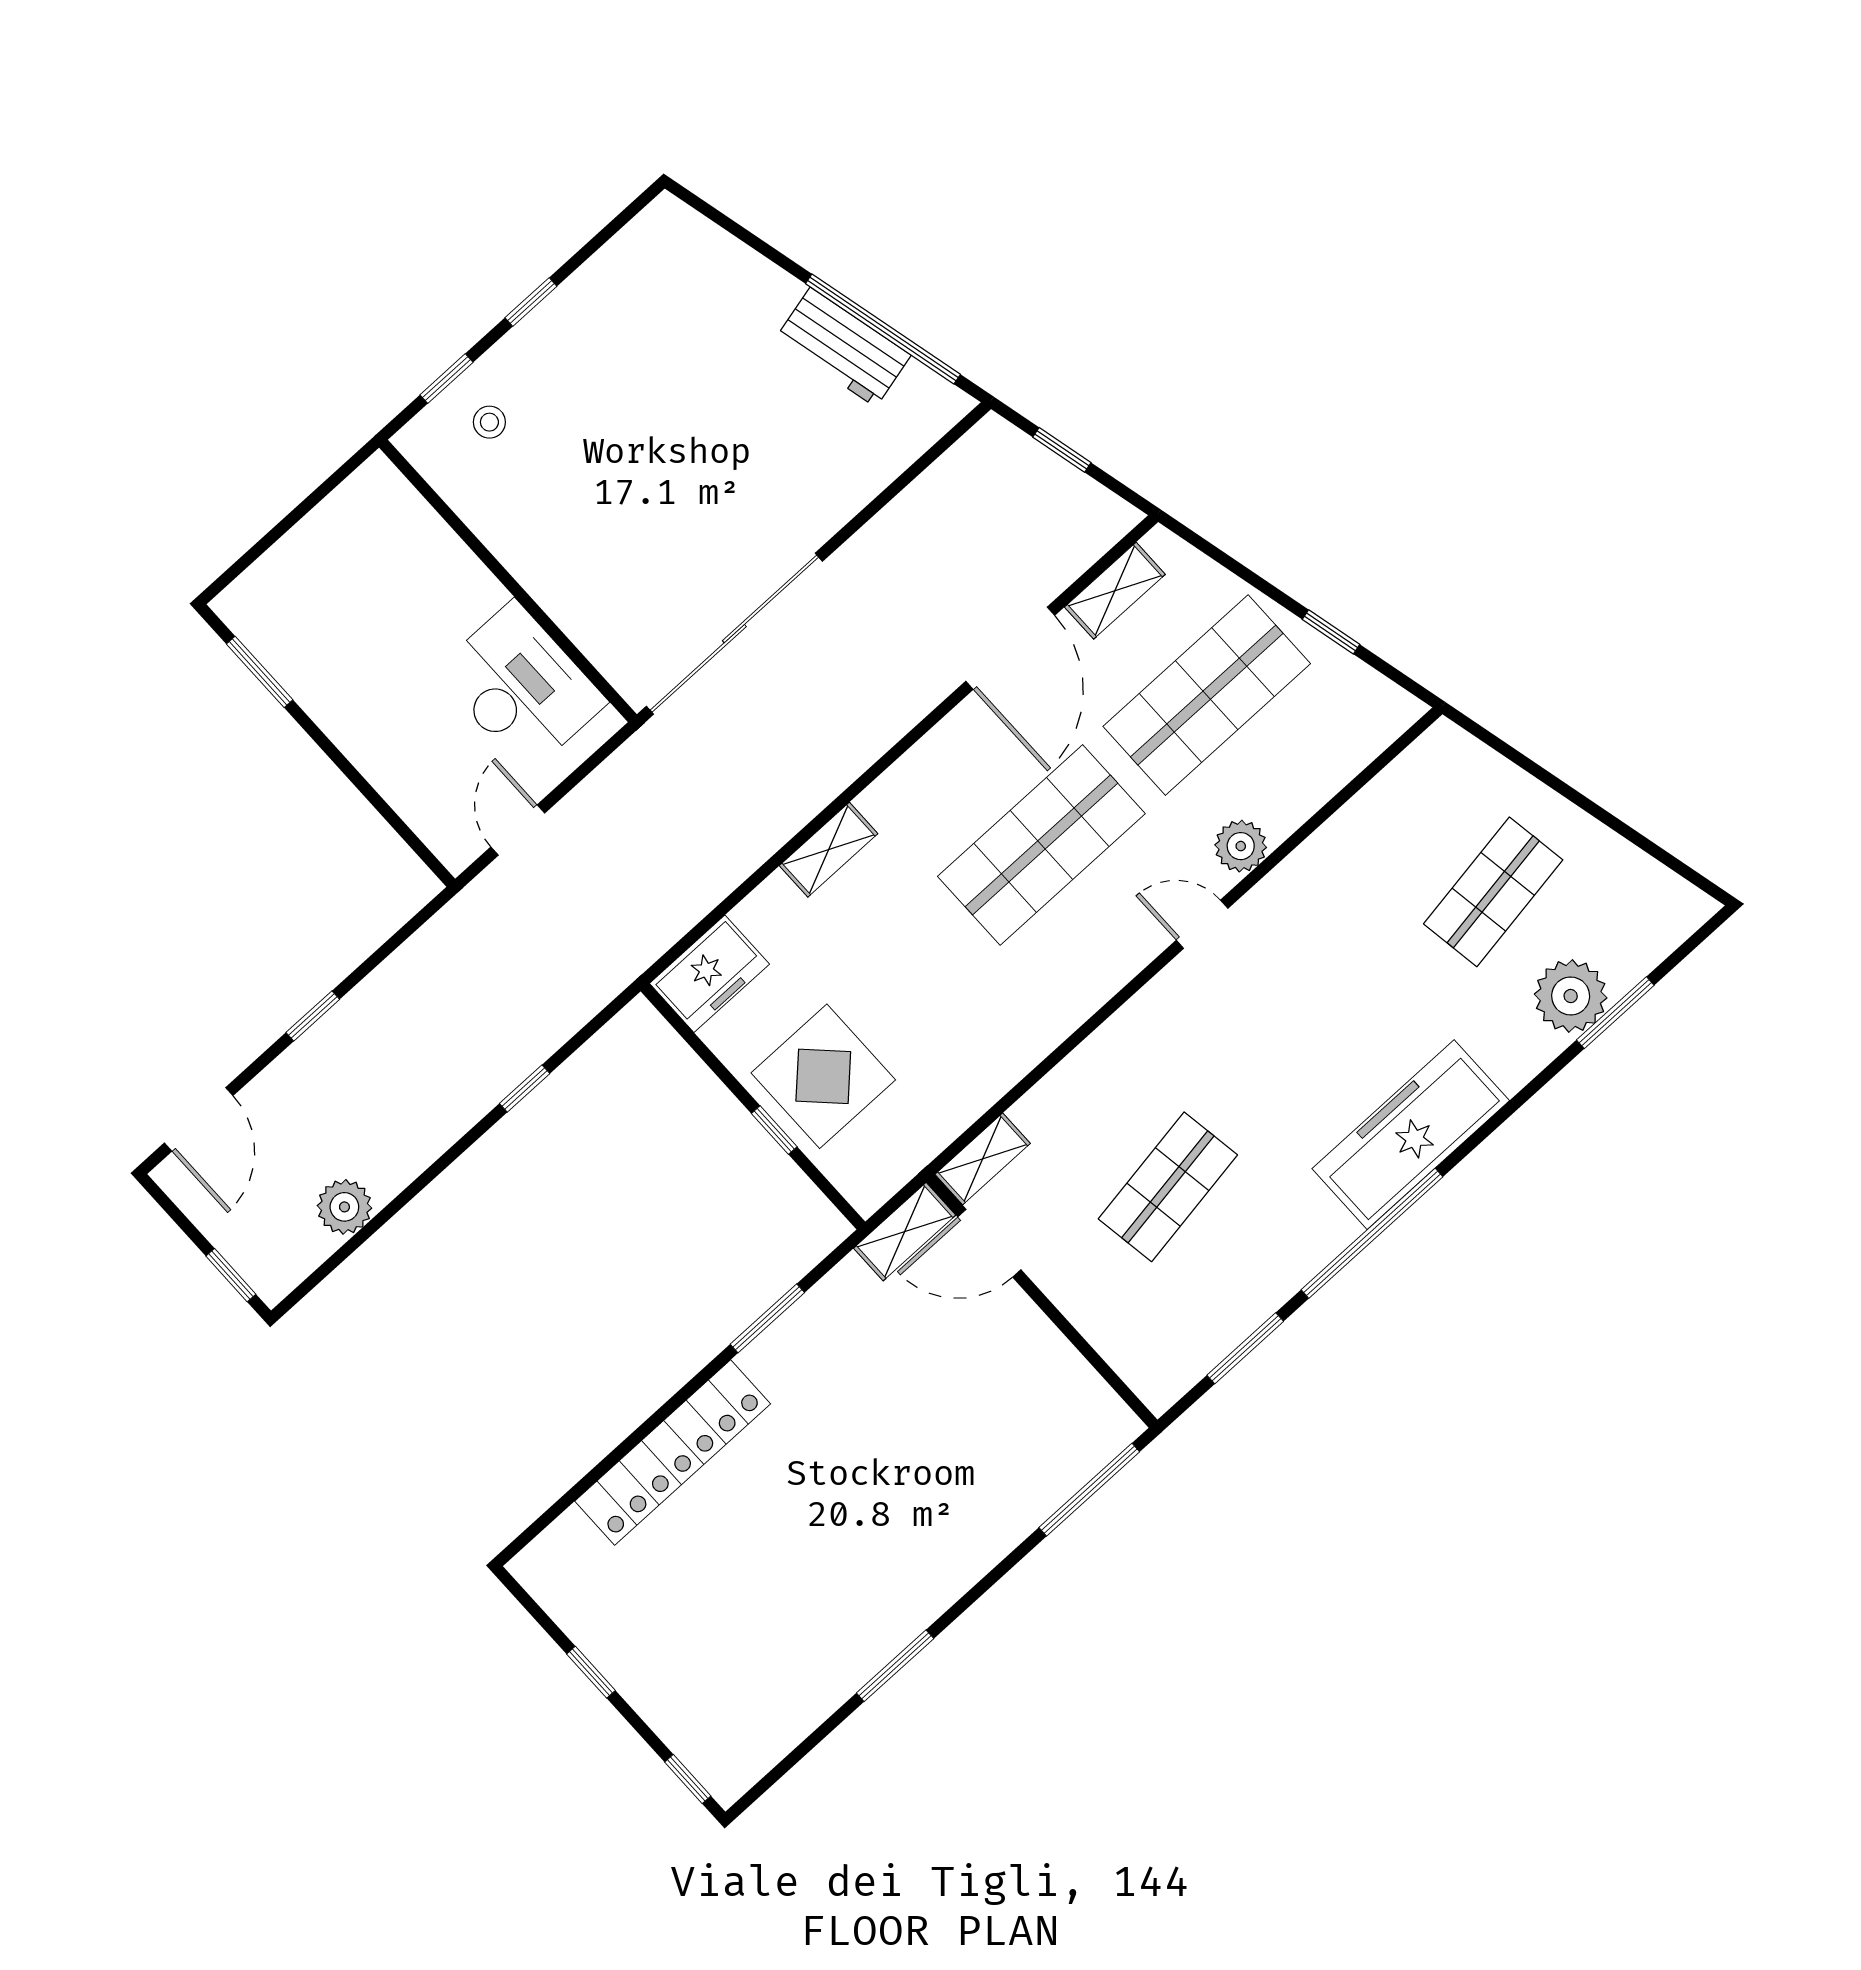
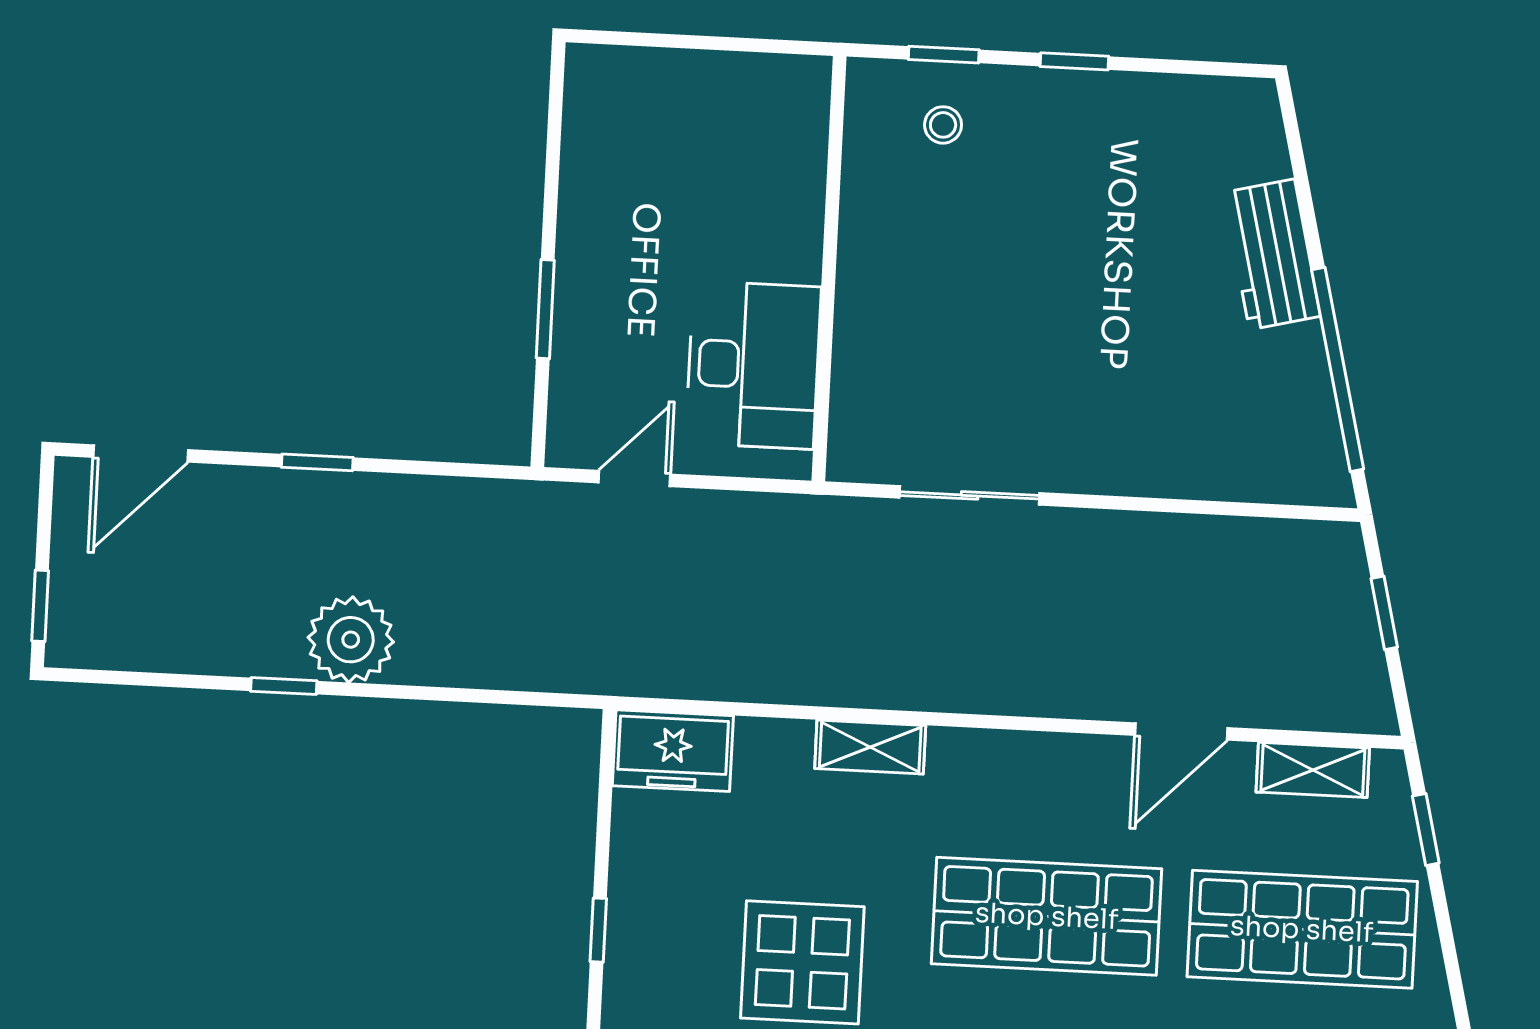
workbench: (843, 347) -> (1272, 254), moved
window: (1331, 632) -> (1426, 830), moved
sliding door: (734, 634) -> (970, 495), width x0.54
door: (1010, 648) -> (1181, 732), width x0.73
window: (260, 672) -> (545, 309), moved
display table: (823, 1076) -> (802, 962), moved
window: (525, 1089) -> (284, 686), moved
plant: (344, 1207) -> (351, 640), moved, width x1.36, depth x1.36

